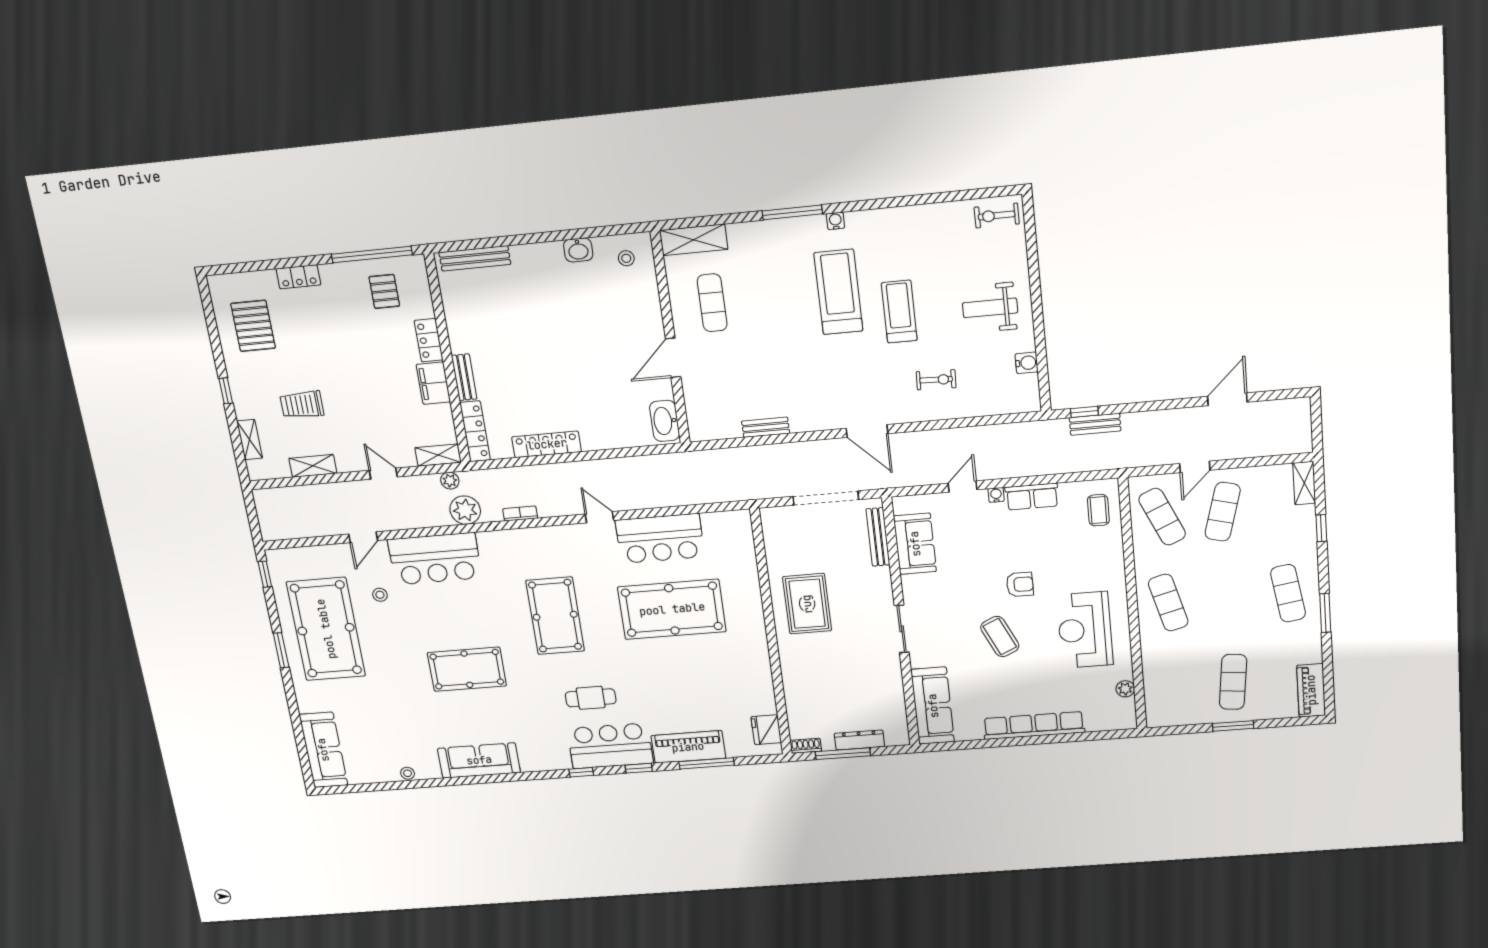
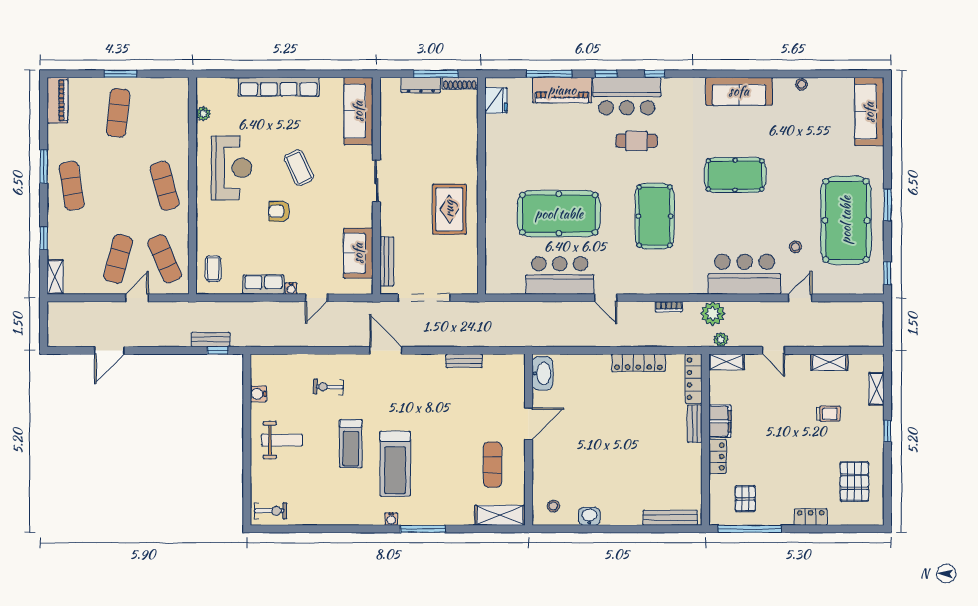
trolley: (302, 405) -> (828, 414), width x0.73, depth x0.72
shoe rack: (806, 746) -> (460, 83), width x1.43

